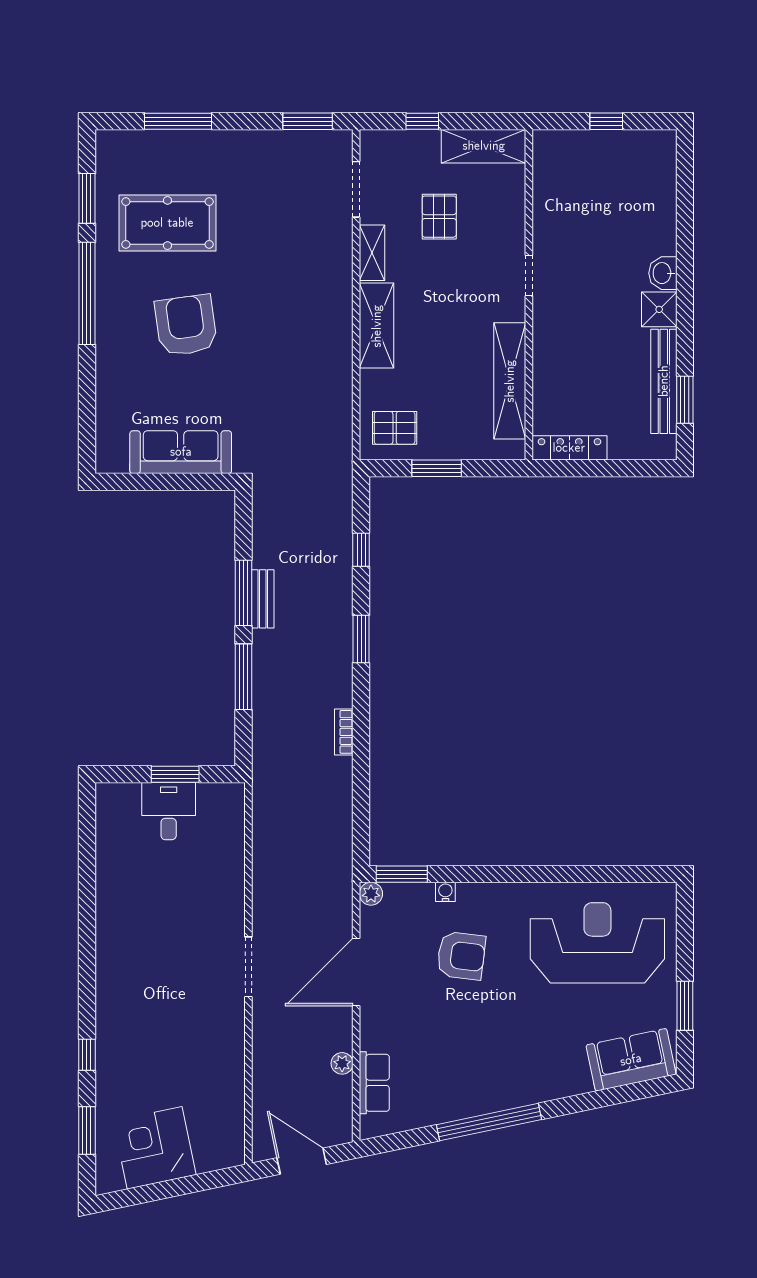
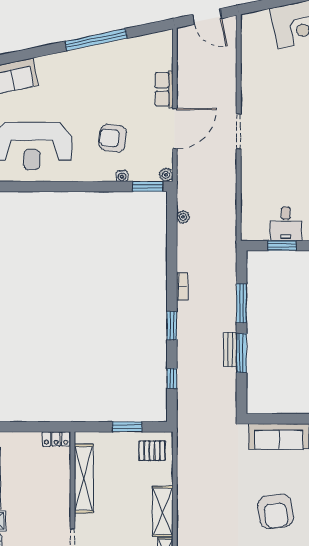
locker: (569, 448) -> (56, 439), width x0.66
bookcase: (344, 732) -> (182, 286), moved
plant: (342, 1063) -> (183, 217), moved
row of seats: (374, 1083) -> (164, 89), moved

